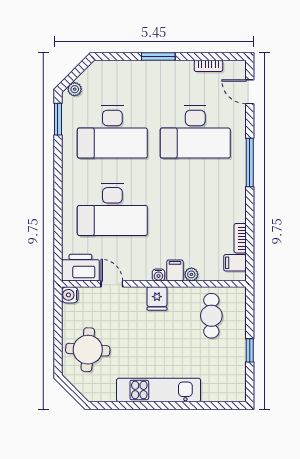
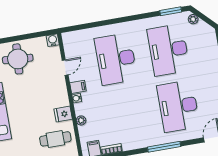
printer: (80, 268) -> (72, 44), removed
filing cabinet: (175, 271) -> (78, 87), moved
fridge: (157, 299) -> (63, 114), moved

